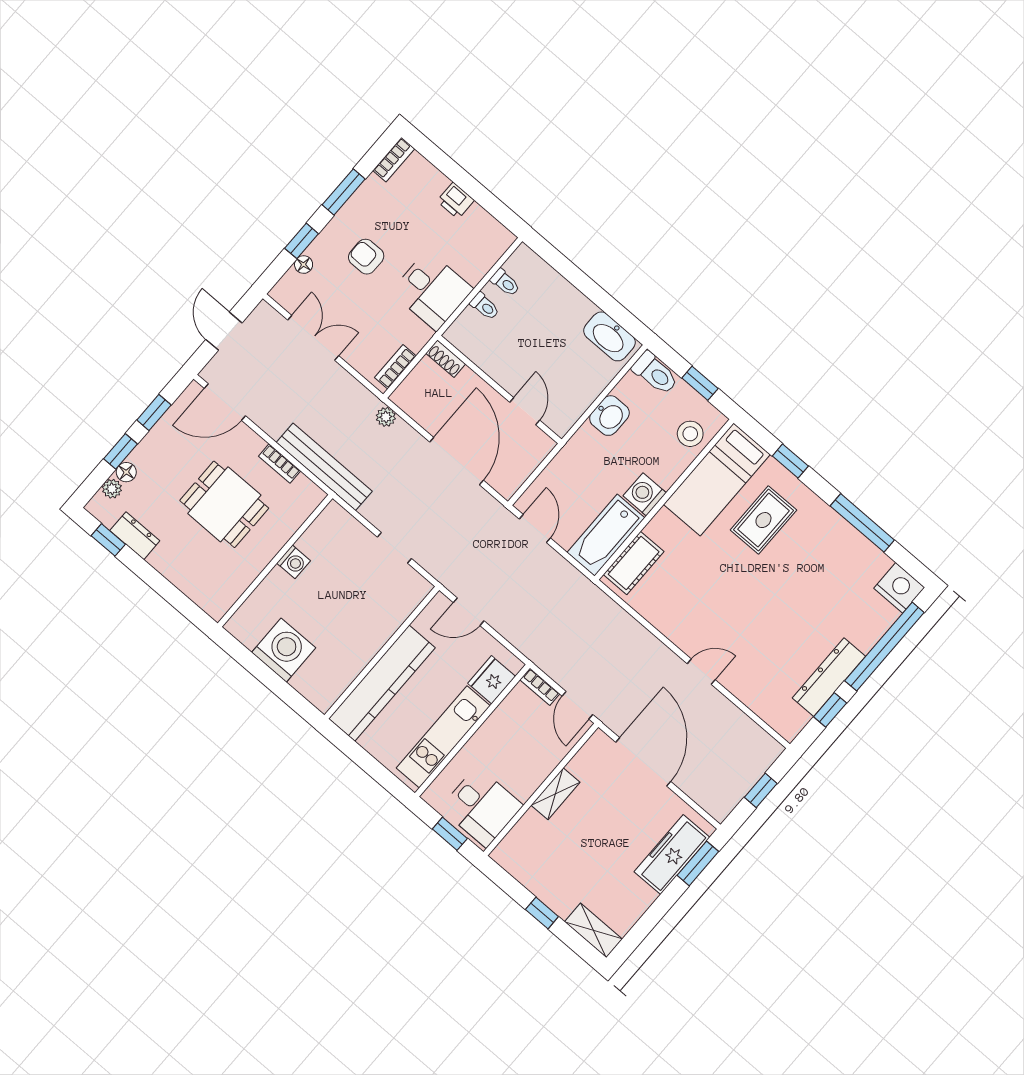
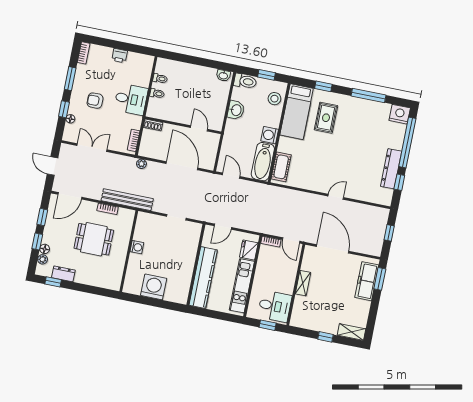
washbasin: (609, 336) -> (223, 75), width x0.52, depth x0.69

